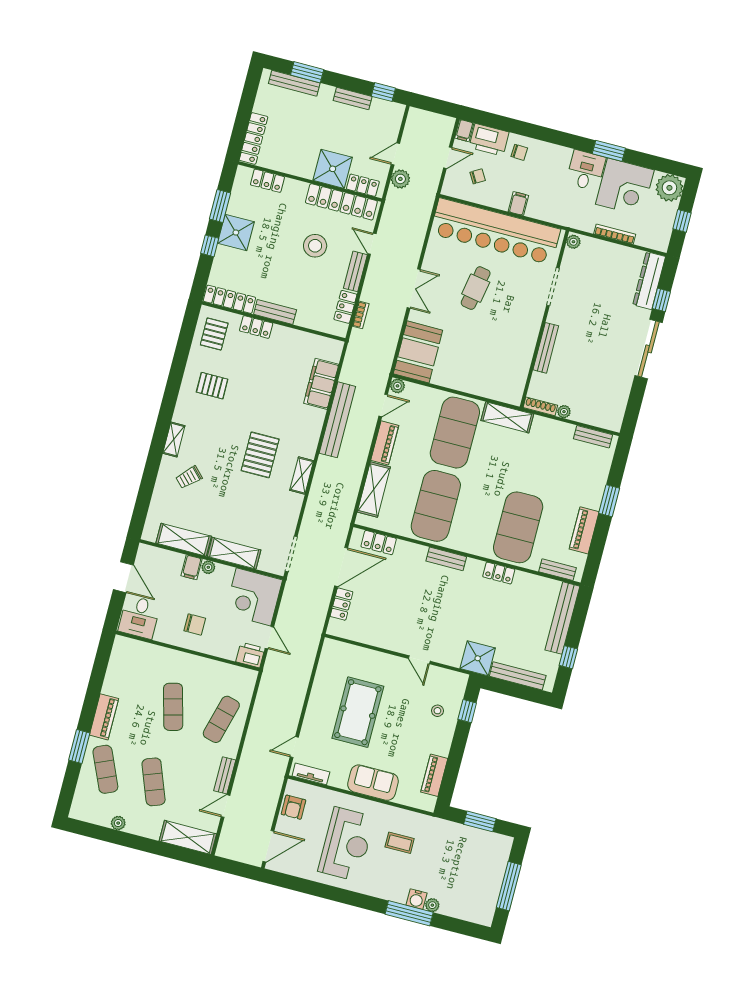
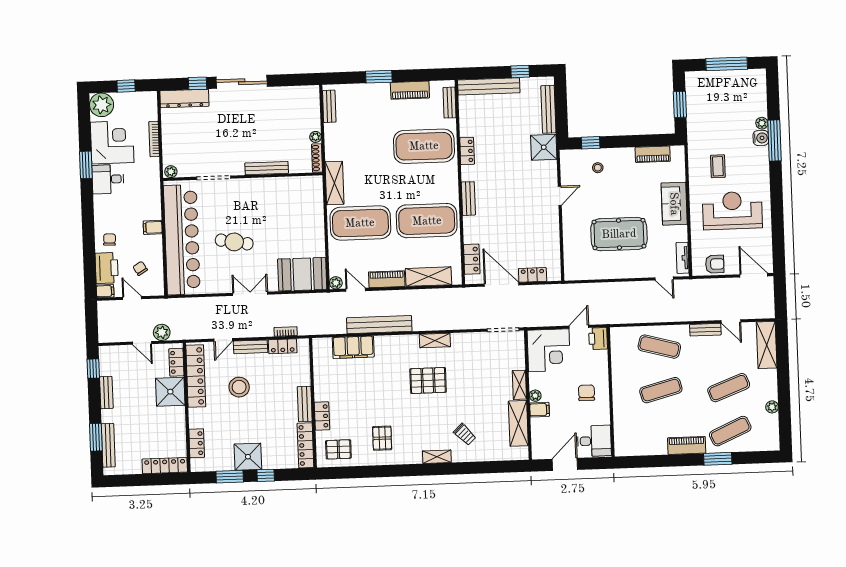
shelving: (234, 553) -> (519, 385), width x0.67, depth x0.75

